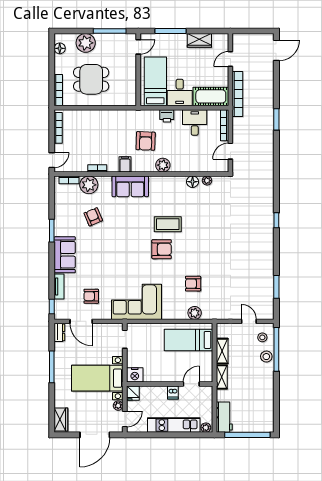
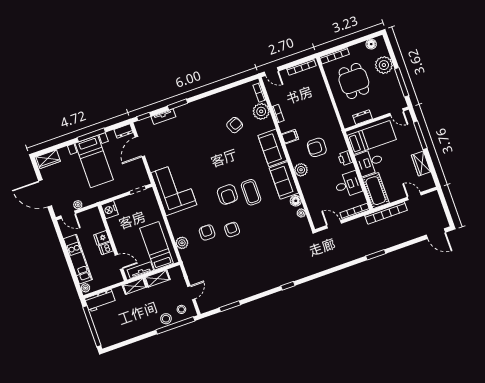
dresser: (131, 83) -> (363, 117), added
window: (52, 231) -> (178, 105), moved
sofa: (65, 255) -> (284, 180), moved, turned 90
armchair: (91, 296) -> (232, 230), moved
tv unit: (207, 365) -> (140, 270), added
bed with nightstands: (97, 378) -> (94, 161), moved, turned 180
fridge: (133, 393) -> (102, 238), moved

